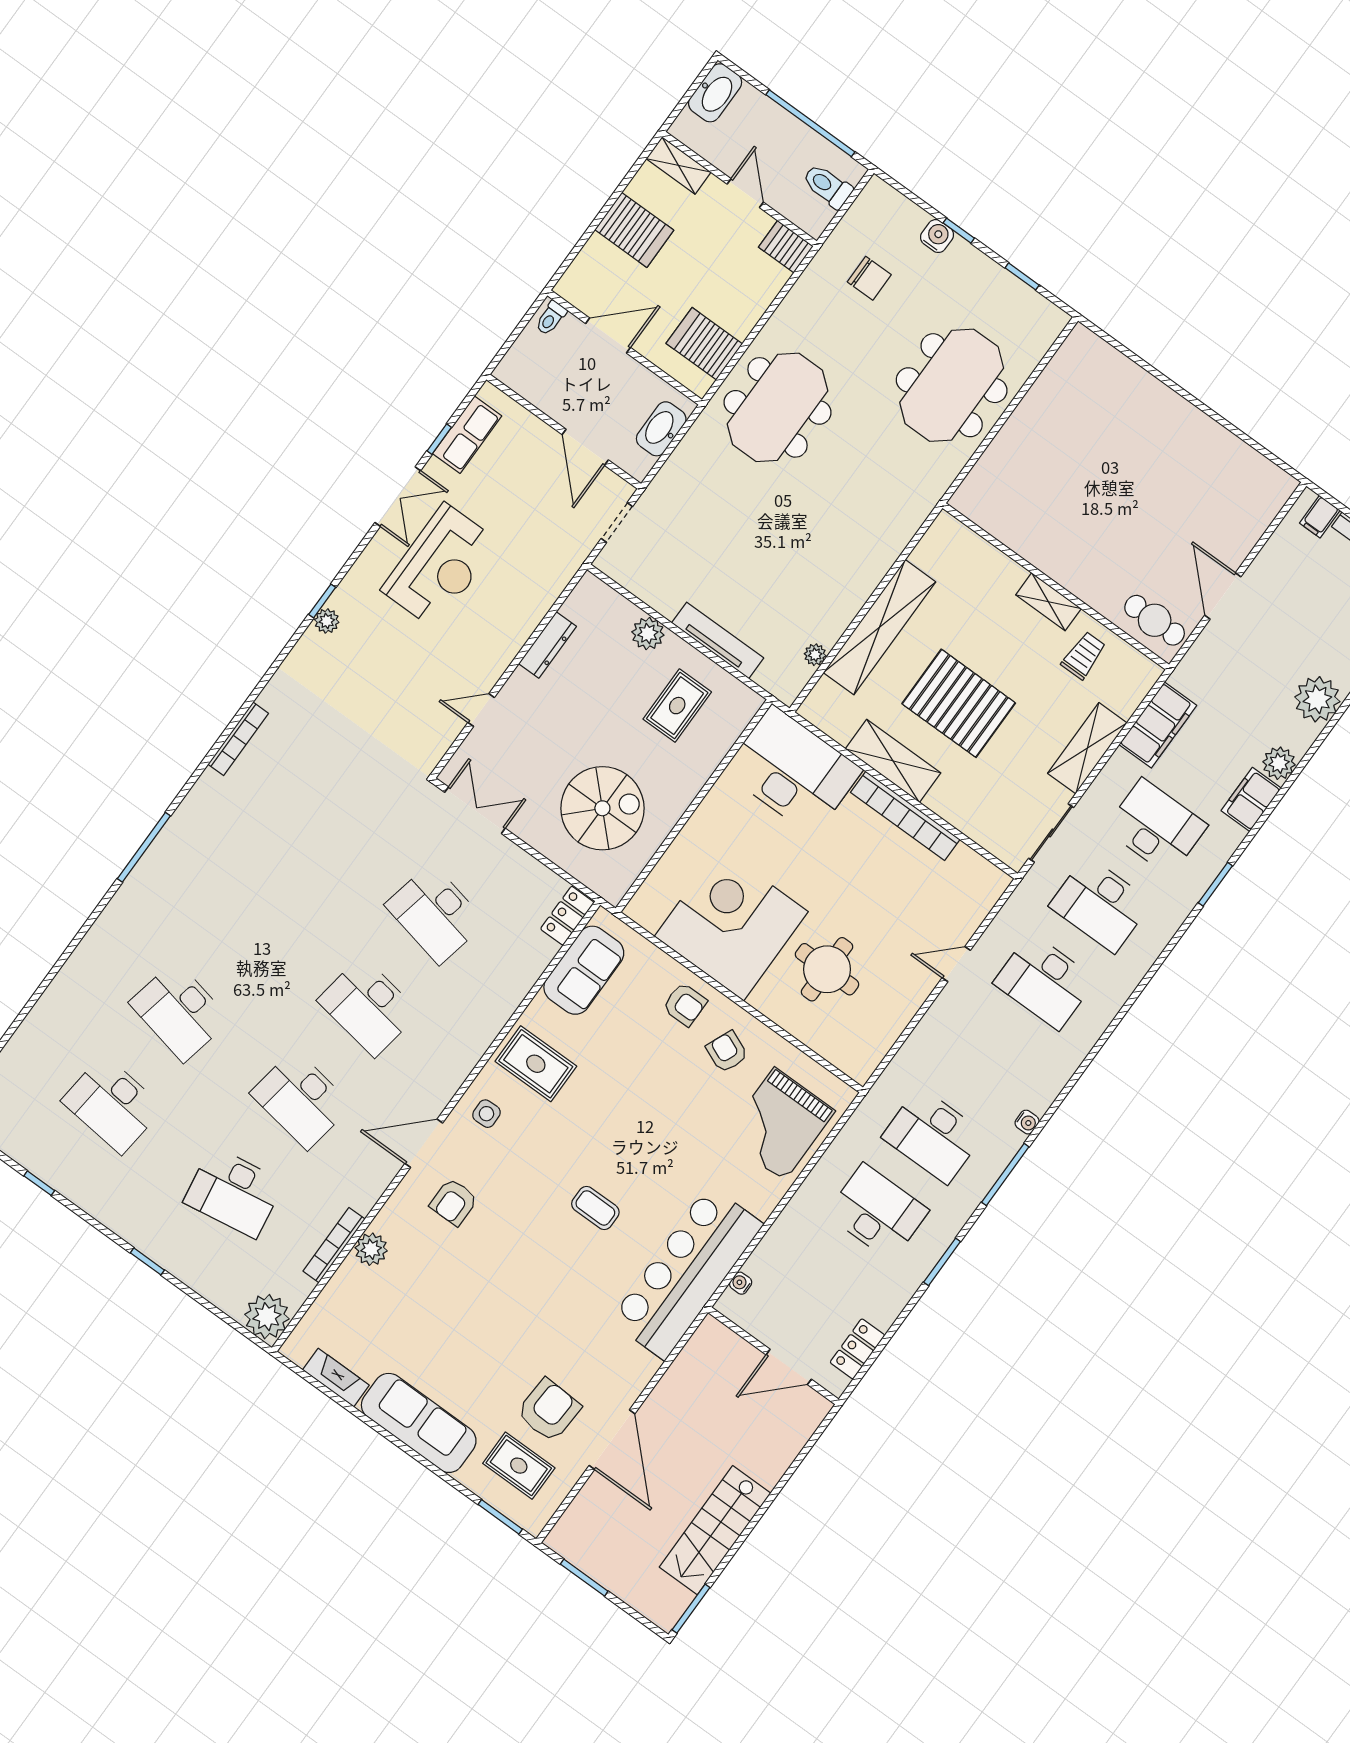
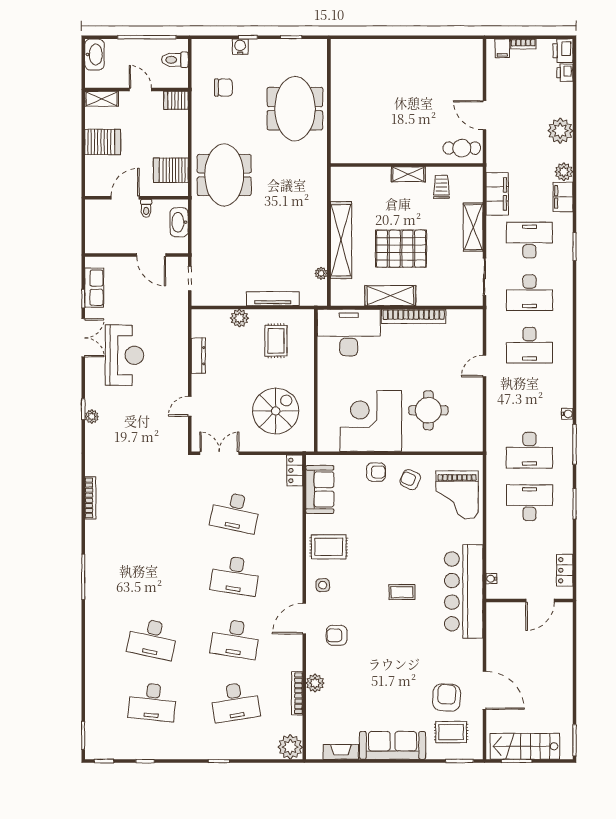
toilet: (551, 318) -> (146, 208), moved
armchair: (454, 1202) -> (337, 635), turned 90
stairs: (715, 1530) -> (525, 746), moved, turned 90

